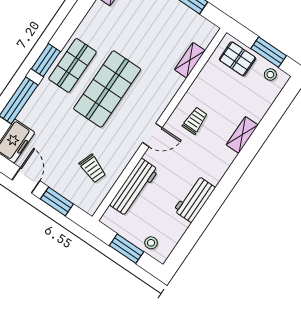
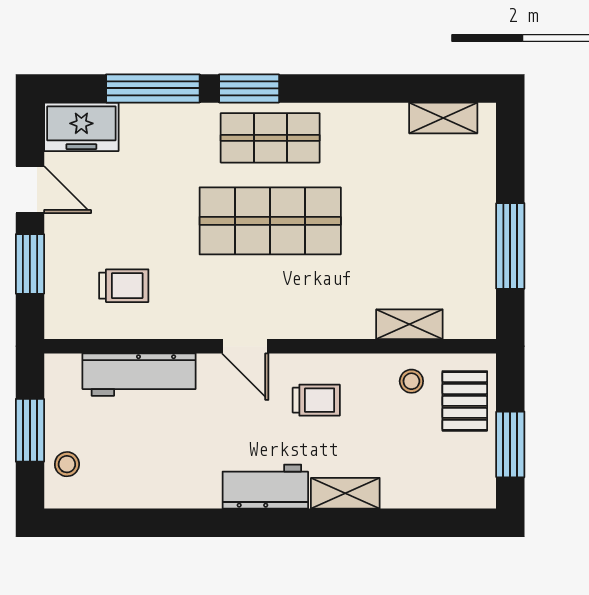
stool: (270, 75) -> (411, 381), moved
trolley: (93, 168) -> (124, 286), turned -110
door: (26, 180) -> (30, 190), hinge flipped
workbench: (194, 199) -> (265, 487), moved

